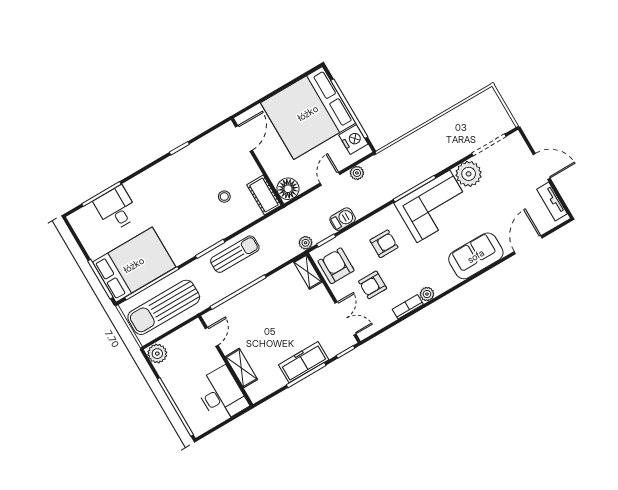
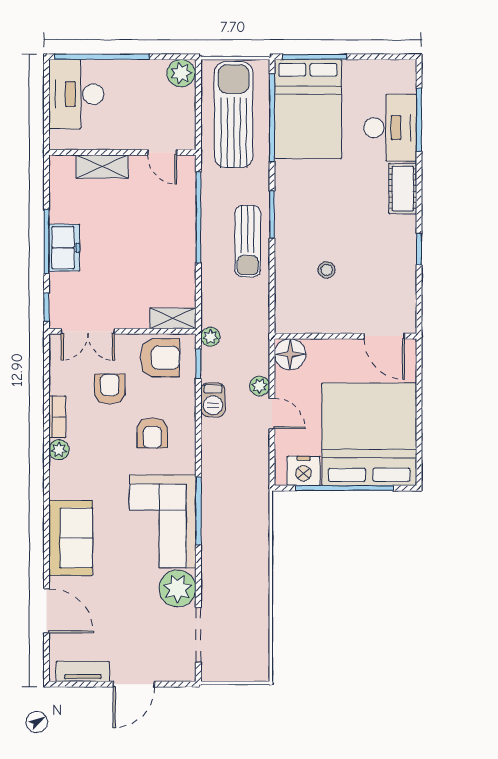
plant: (357, 173) -> (260, 386), moved
cot: (264, 195) -> (403, 188), moved, turned 90
desk: (116, 208) -> (390, 128), width x1.37
freezer: (304, 362) -> (64, 248), width x0.71
desk: (221, 395) -> (76, 94), moved, turned 90

